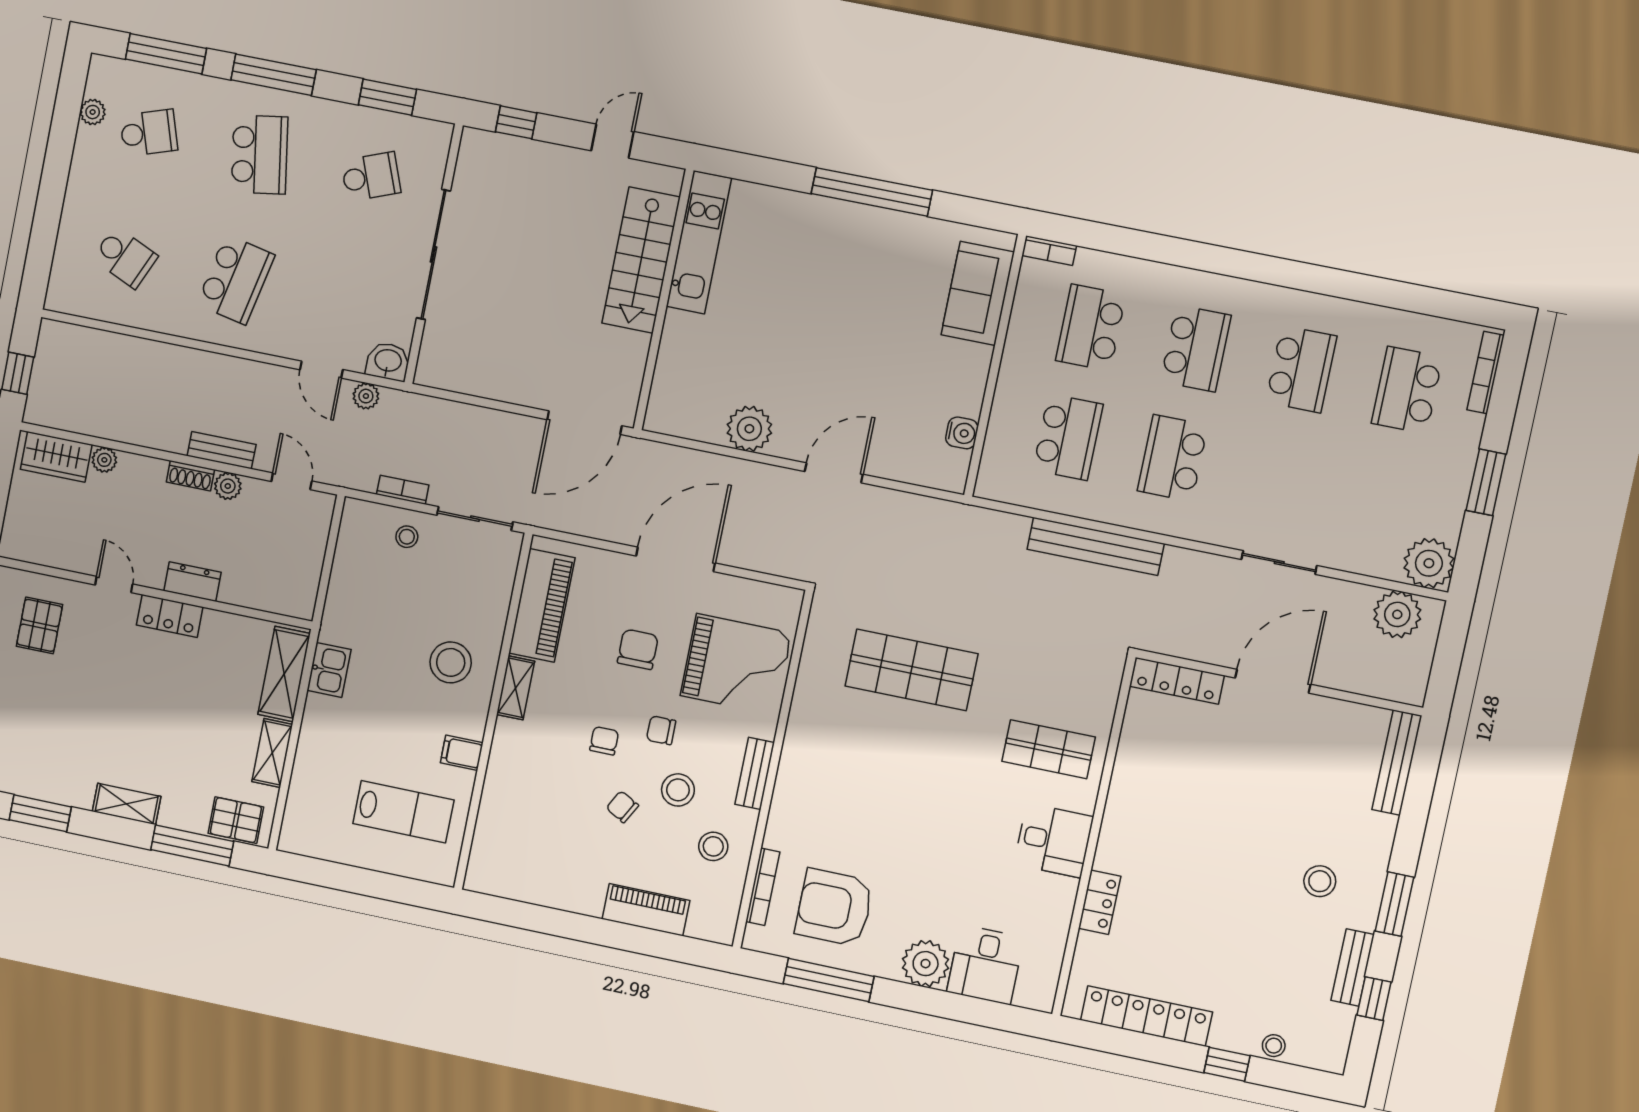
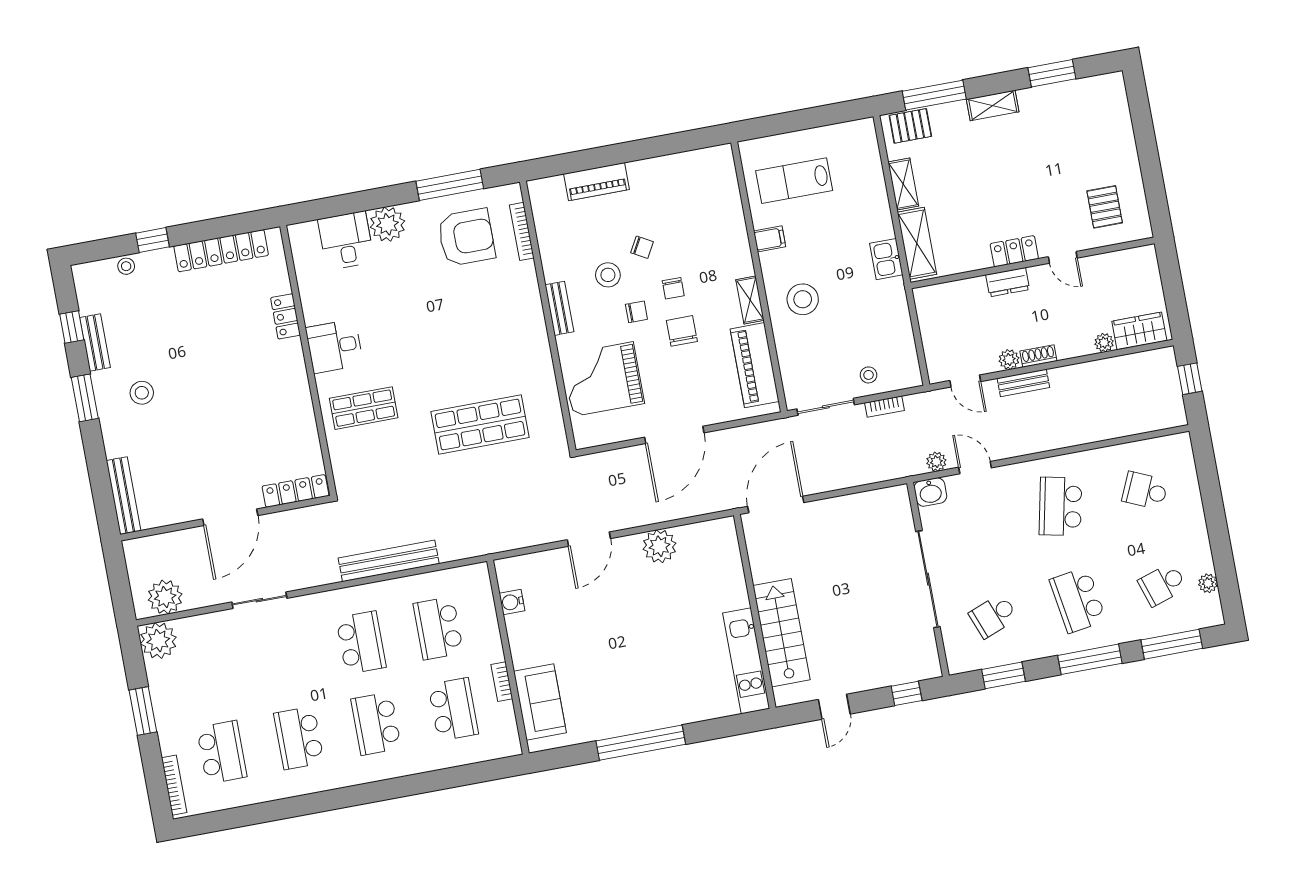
bookcase: (1049, 251) -> (502, 682), moved, turned -90
chair: (638, 649) -> (682, 331), moved, turned 180
stool: (713, 846) -> (567, 245), removed

